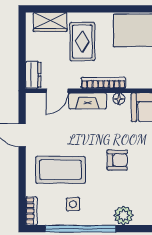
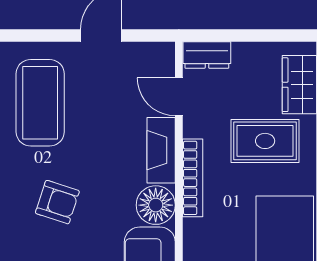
floor lamp: (119, 99) -> (156, 205), width x1.89, depth x1.89
armchair: (117, 160) -> (57, 202), turned -72

